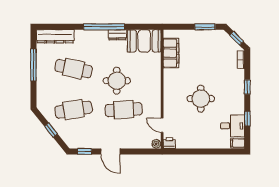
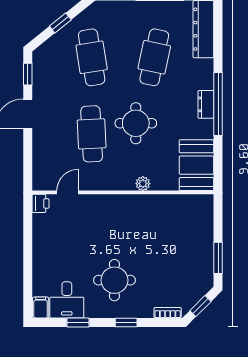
dresser: (117, 35) -> (206, 104), moved
filing cabinet: (171, 53) -> (178, 206), removed
round table: (201, 99) -> (114, 280), moved
plant: (156, 144) -> (143, 184), moved

